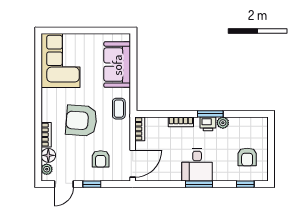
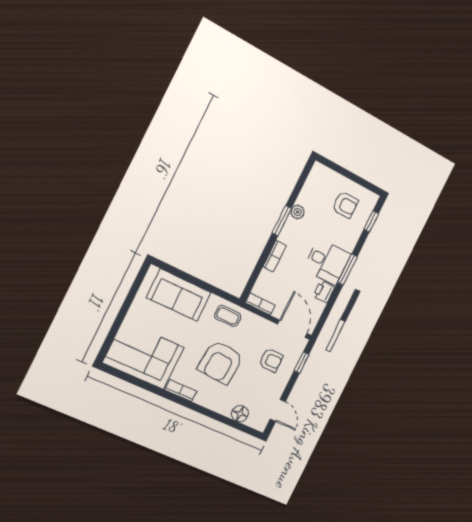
printer: (208, 124) -> (324, 292), moved, turned 180
bookcase: (46, 135) -> (181, 391), moved
plant: (47, 169) -> (254, 422), removed
window: (92, 184) -> (301, 363), moved

